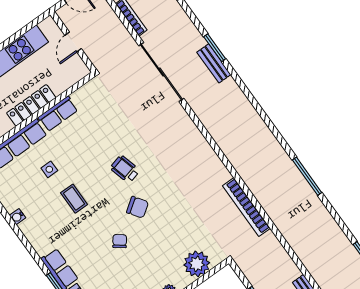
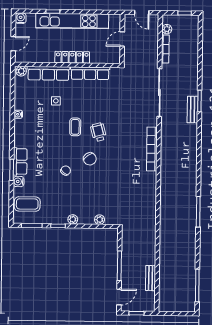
row of seats: (58, 114) -> (90, 73), width x1.48
coffee table: (74, 199) -> (75, 127), moved
bookcase: (246, 207) -> (152, 149), moved
plant: (197, 264) -> (100, 220), width x0.53, depth x0.53

